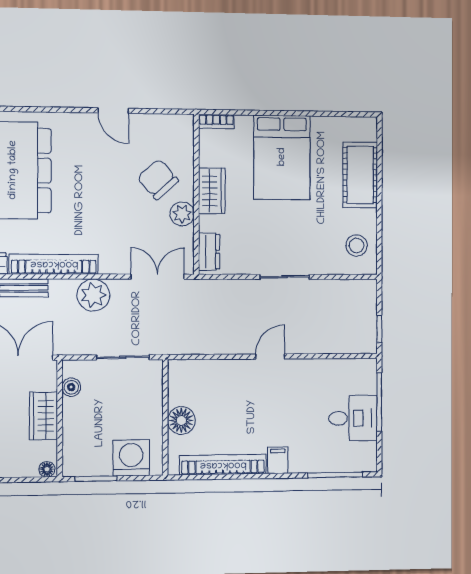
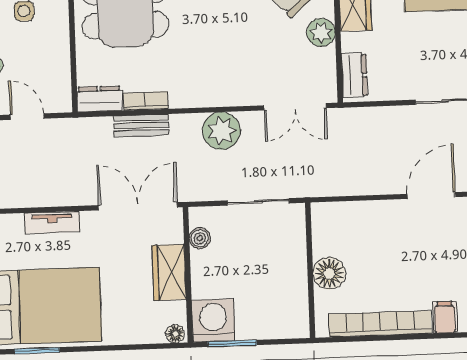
bookcase: (54, 264) -> (146, 101), width x0.43, depth x0.76
double door: (158, 277) -> (295, 107), swing flipped
door: (270, 357) -> (431, 196), width x1.38
washing machine: (131, 458) -> (213, 320), moved

